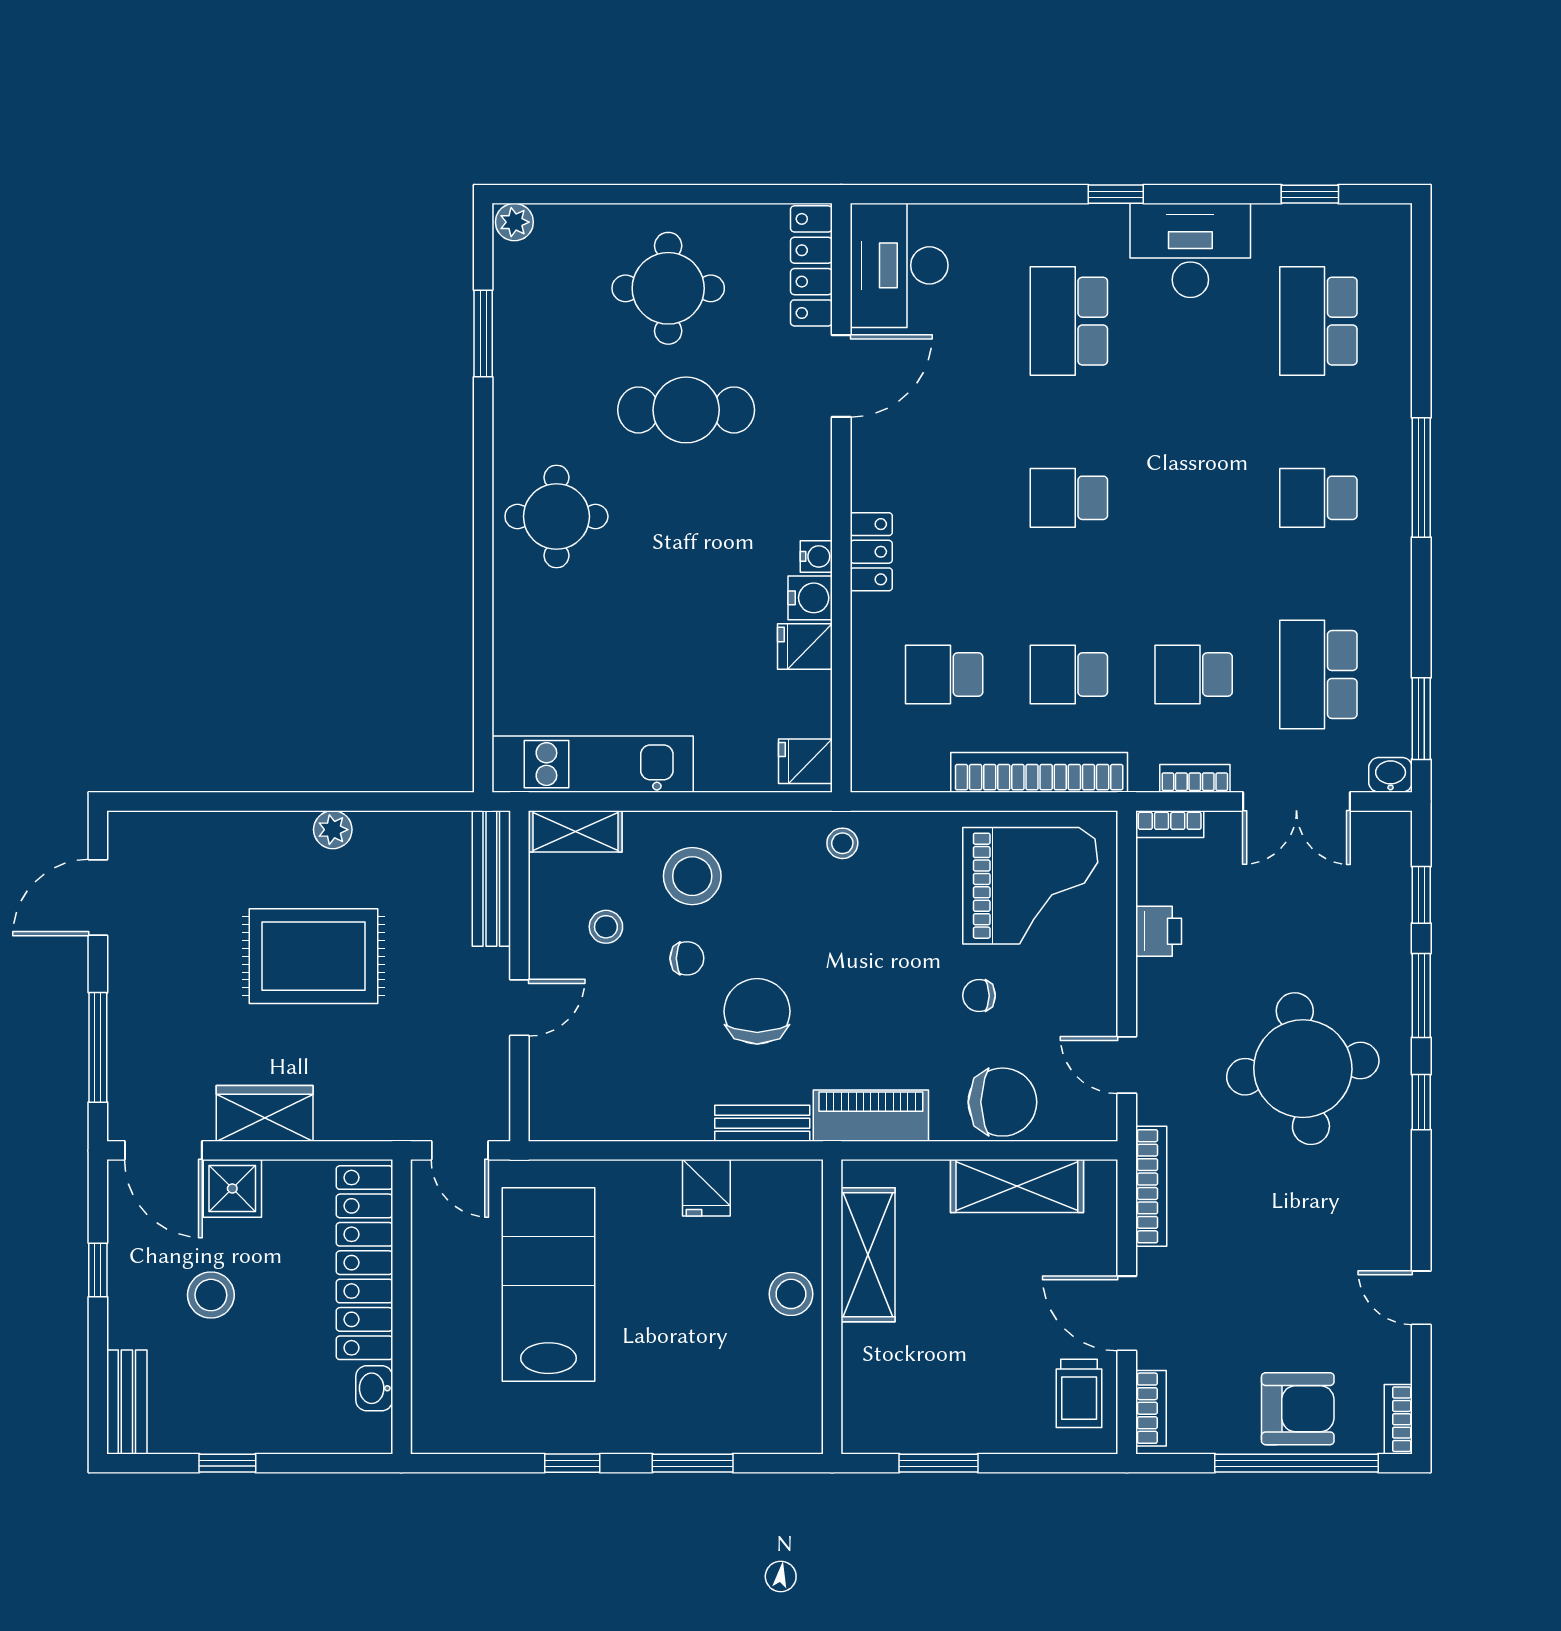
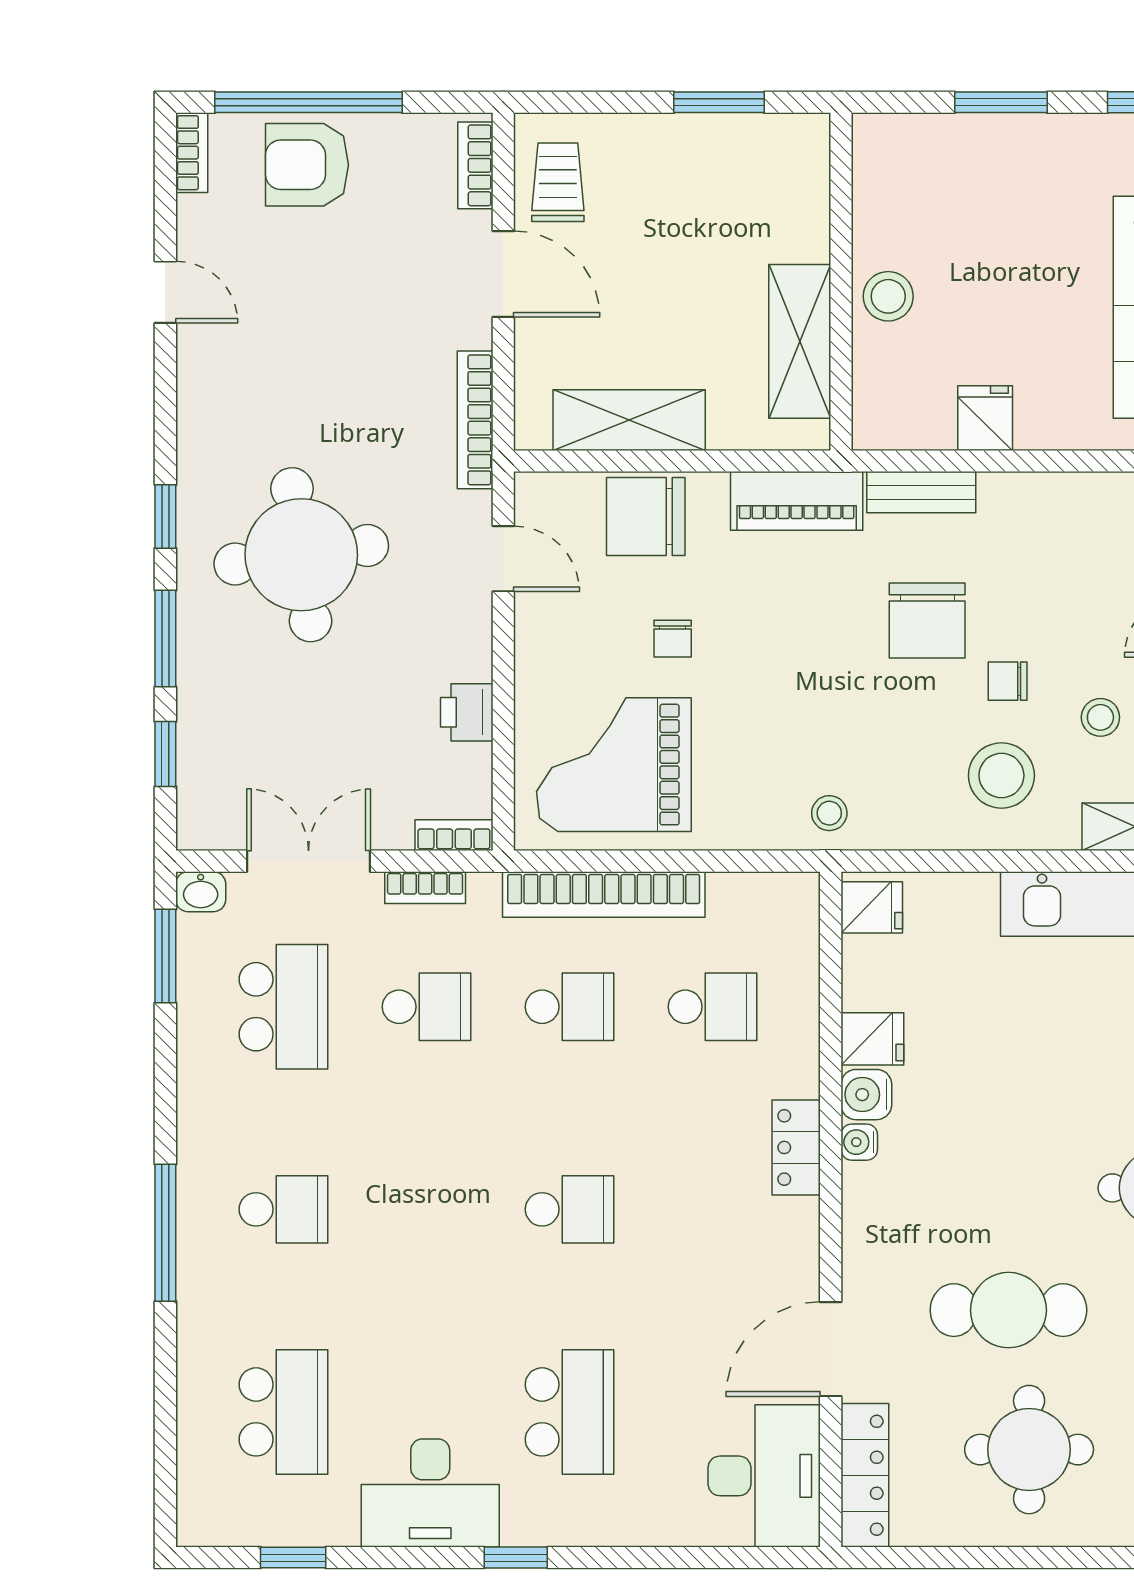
chair: (979, 996) -> (673, 639), turned 90

